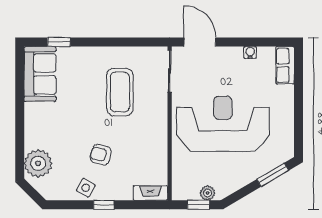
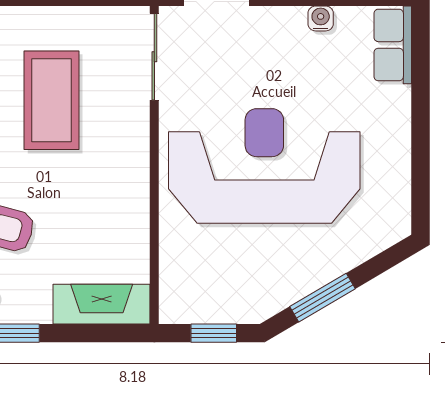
window: (273, 175) -> (323, 298), moved
fireplace: (150, 193) -> (102, 304), width x1.37, depth x1.32
plant: (208, 193) -> (233, 309), removed

